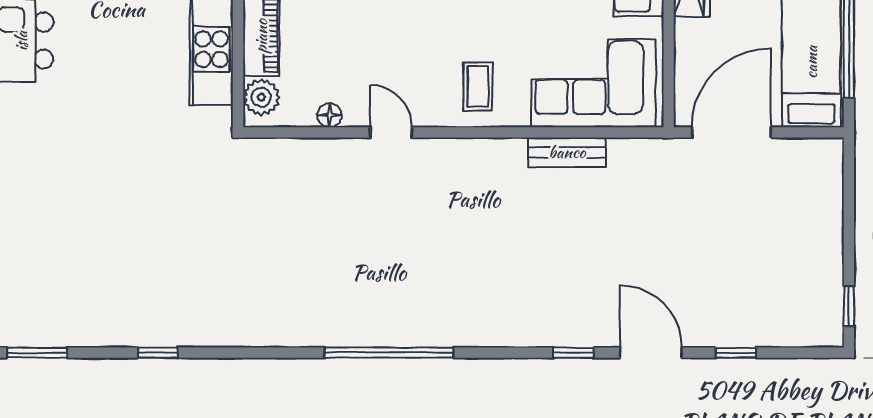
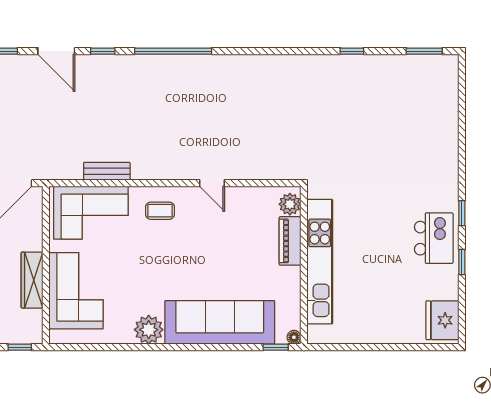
coffee table: (478, 86) -> (160, 211), turned 90
floor lamp: (330, 115) -> (249, 193), removed
window: (389, 353) -> (173, 51), moved

